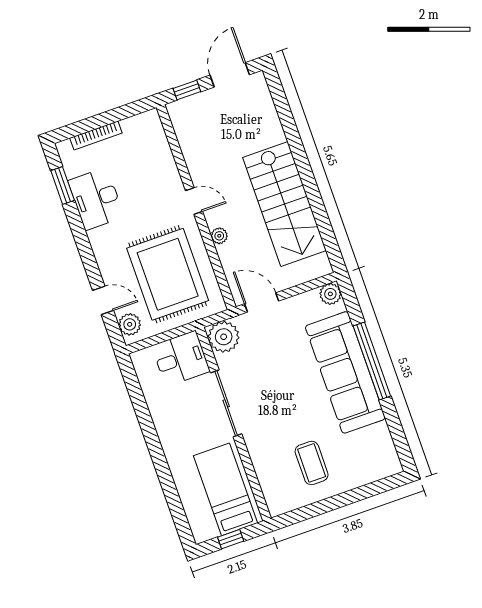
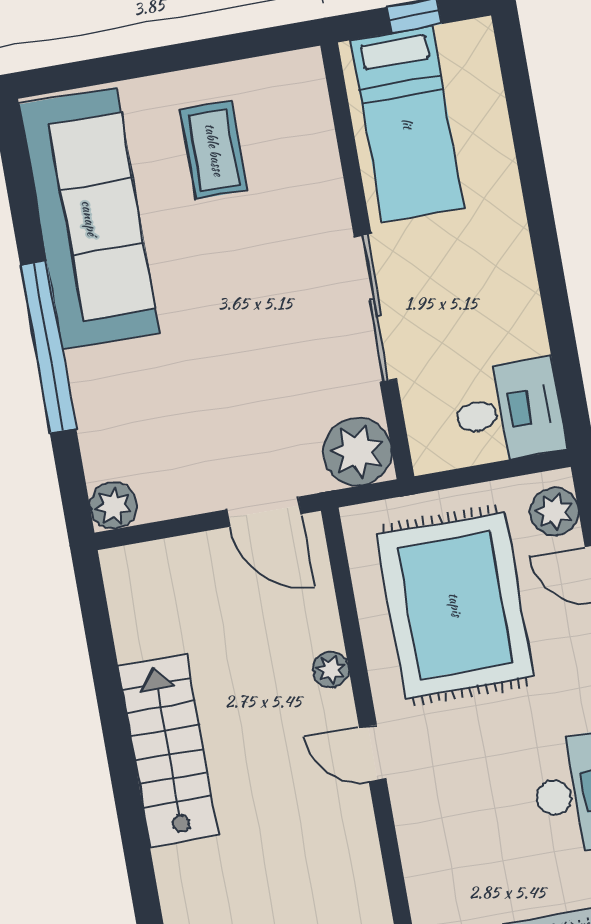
stairs: (285, 204) -> (168, 751), width x0.73, depth x0.66
desk: (181, 359) -> (508, 411), moved, turned 180
sofa: (345, 372) -> (89, 218), moved

